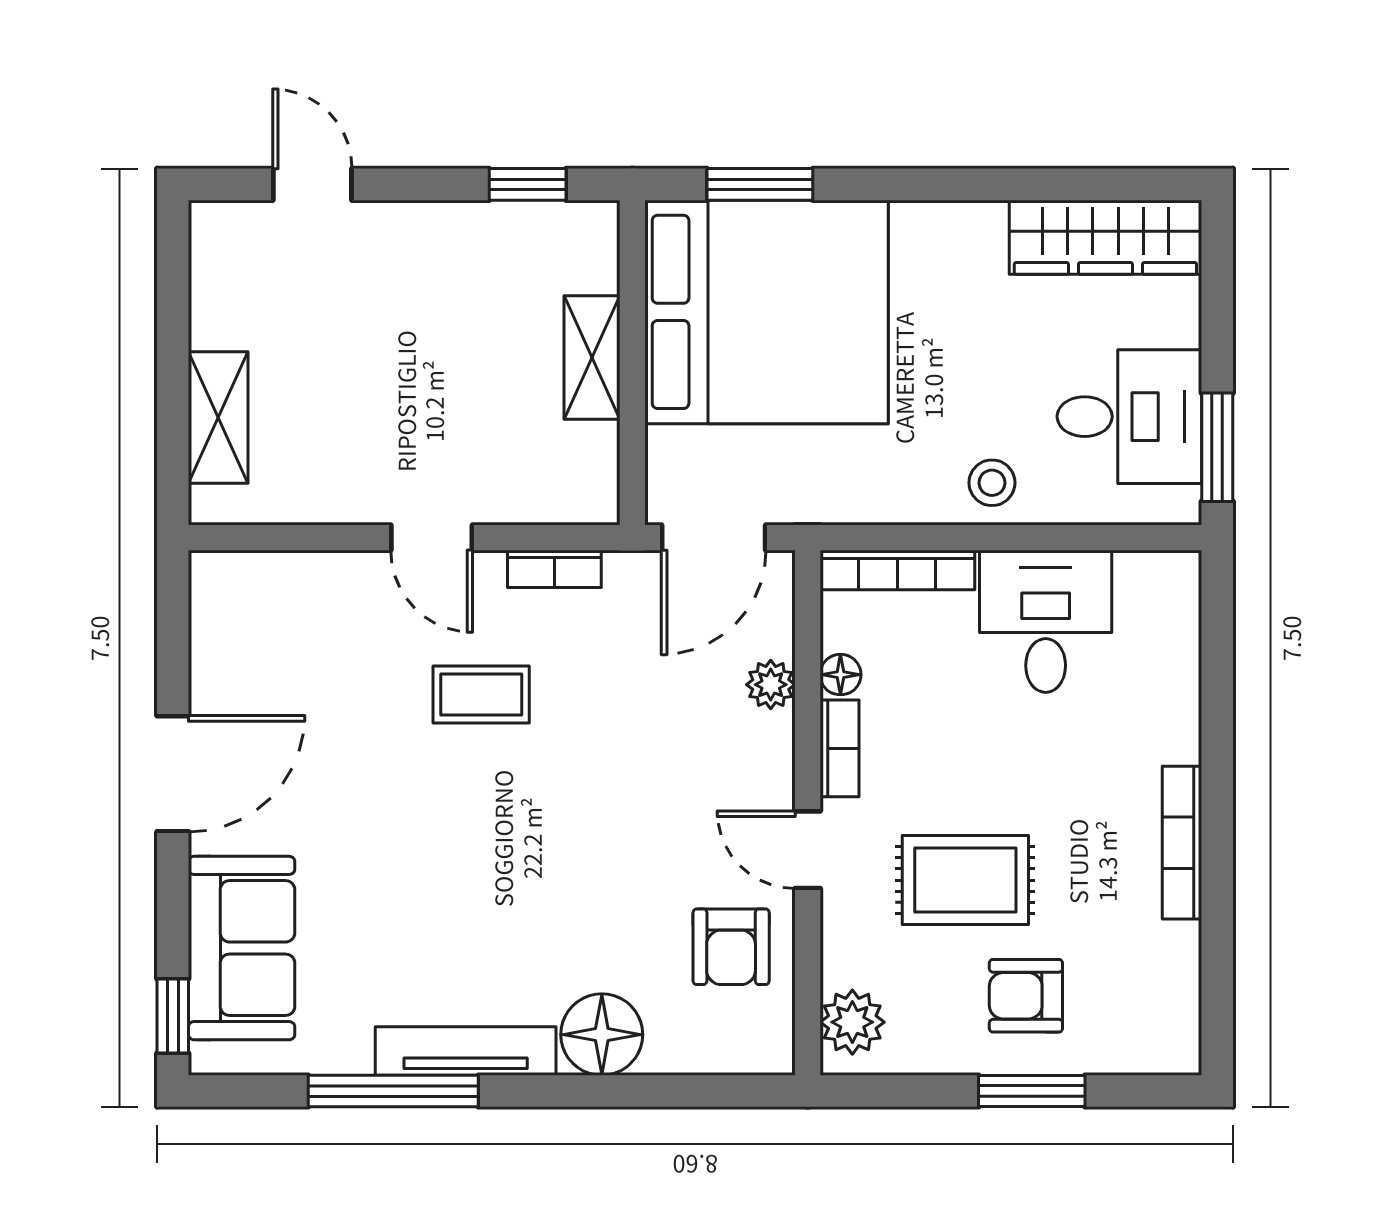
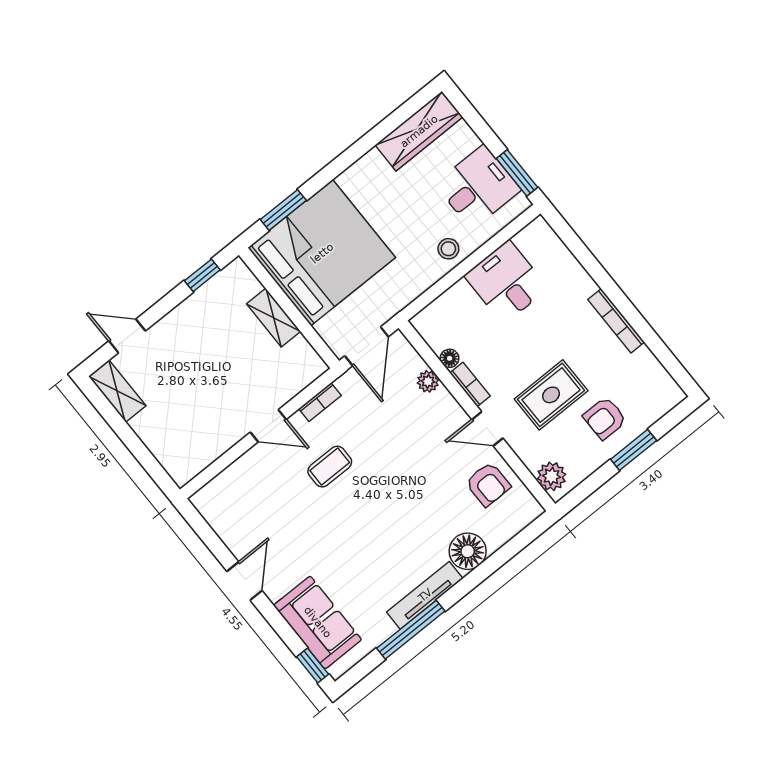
shelving: (218, 418) -> (117, 391), moved
bookcase: (897, 570) -> (440, 306), removed
door: (173, 774) -> (244, 581), width x0.73

